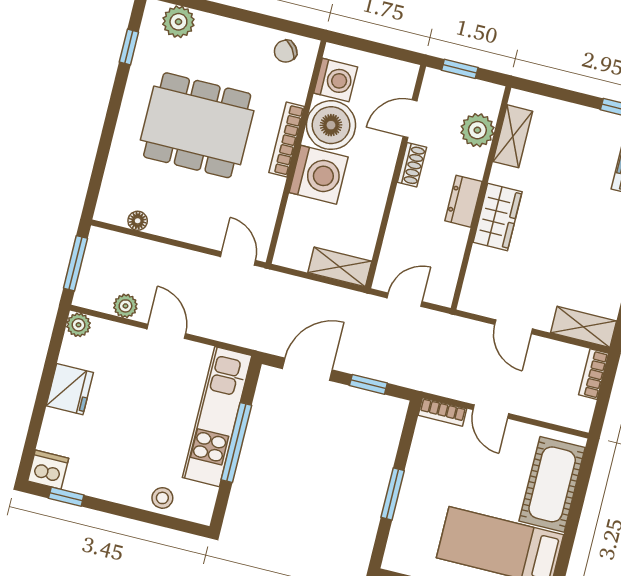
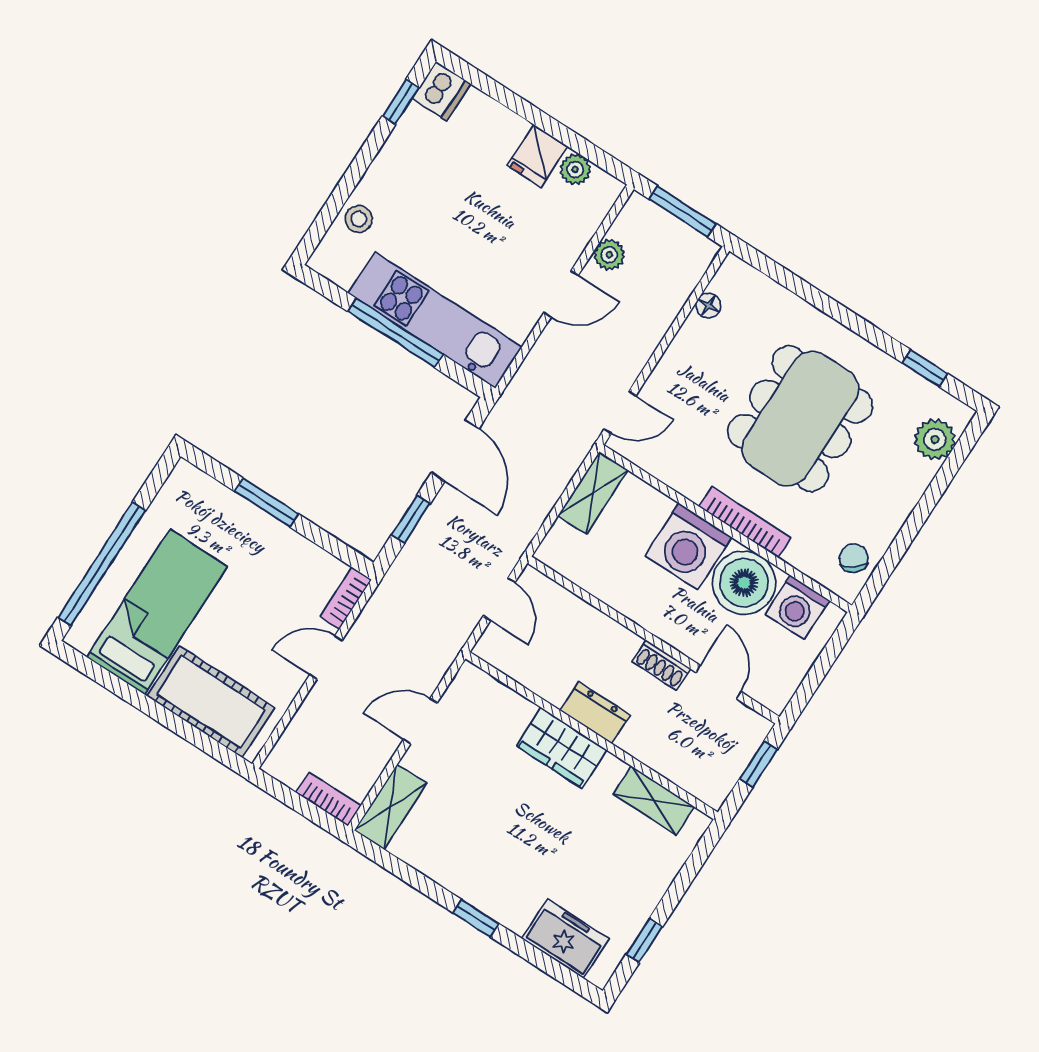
plant: (477, 130) -> (676, 760), removed
shelving: (340, 267) -> (593, 493), moved
plant: (79, 325) -> (575, 169), moved
fridge: (70, 389) -> (537, 156), width x0.72

